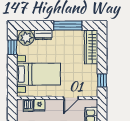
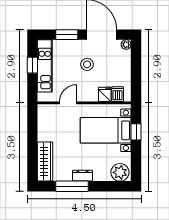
dresser: (43, 35) -> (82, 176), moved
window: (12, 47) -> (136, 132), moved
window: (102, 80) -> (32, 123), removed

